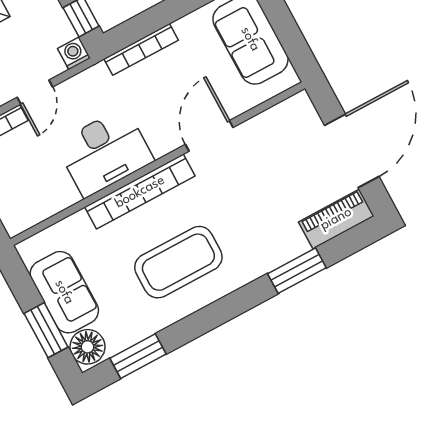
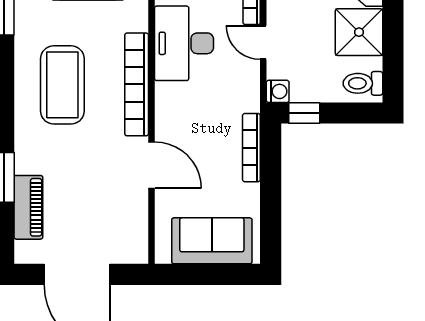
desk: (105, 152) -> (184, 43), moved
piano: (336, 219) -> (28, 207), moved

